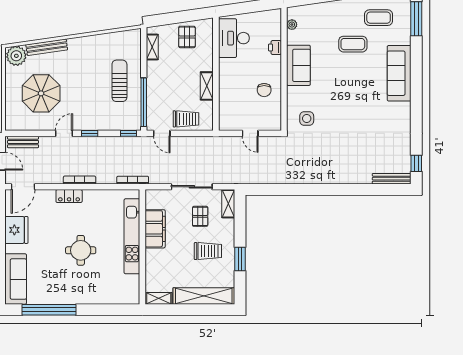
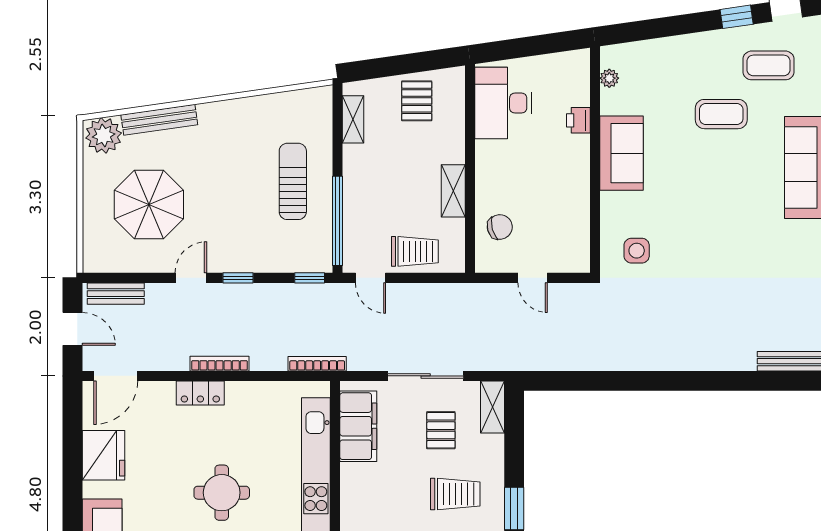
chair: (264, 90) -> (500, 227), moved, turned -105
filing cabinet: (155, 229) -> (358, 426), moved

